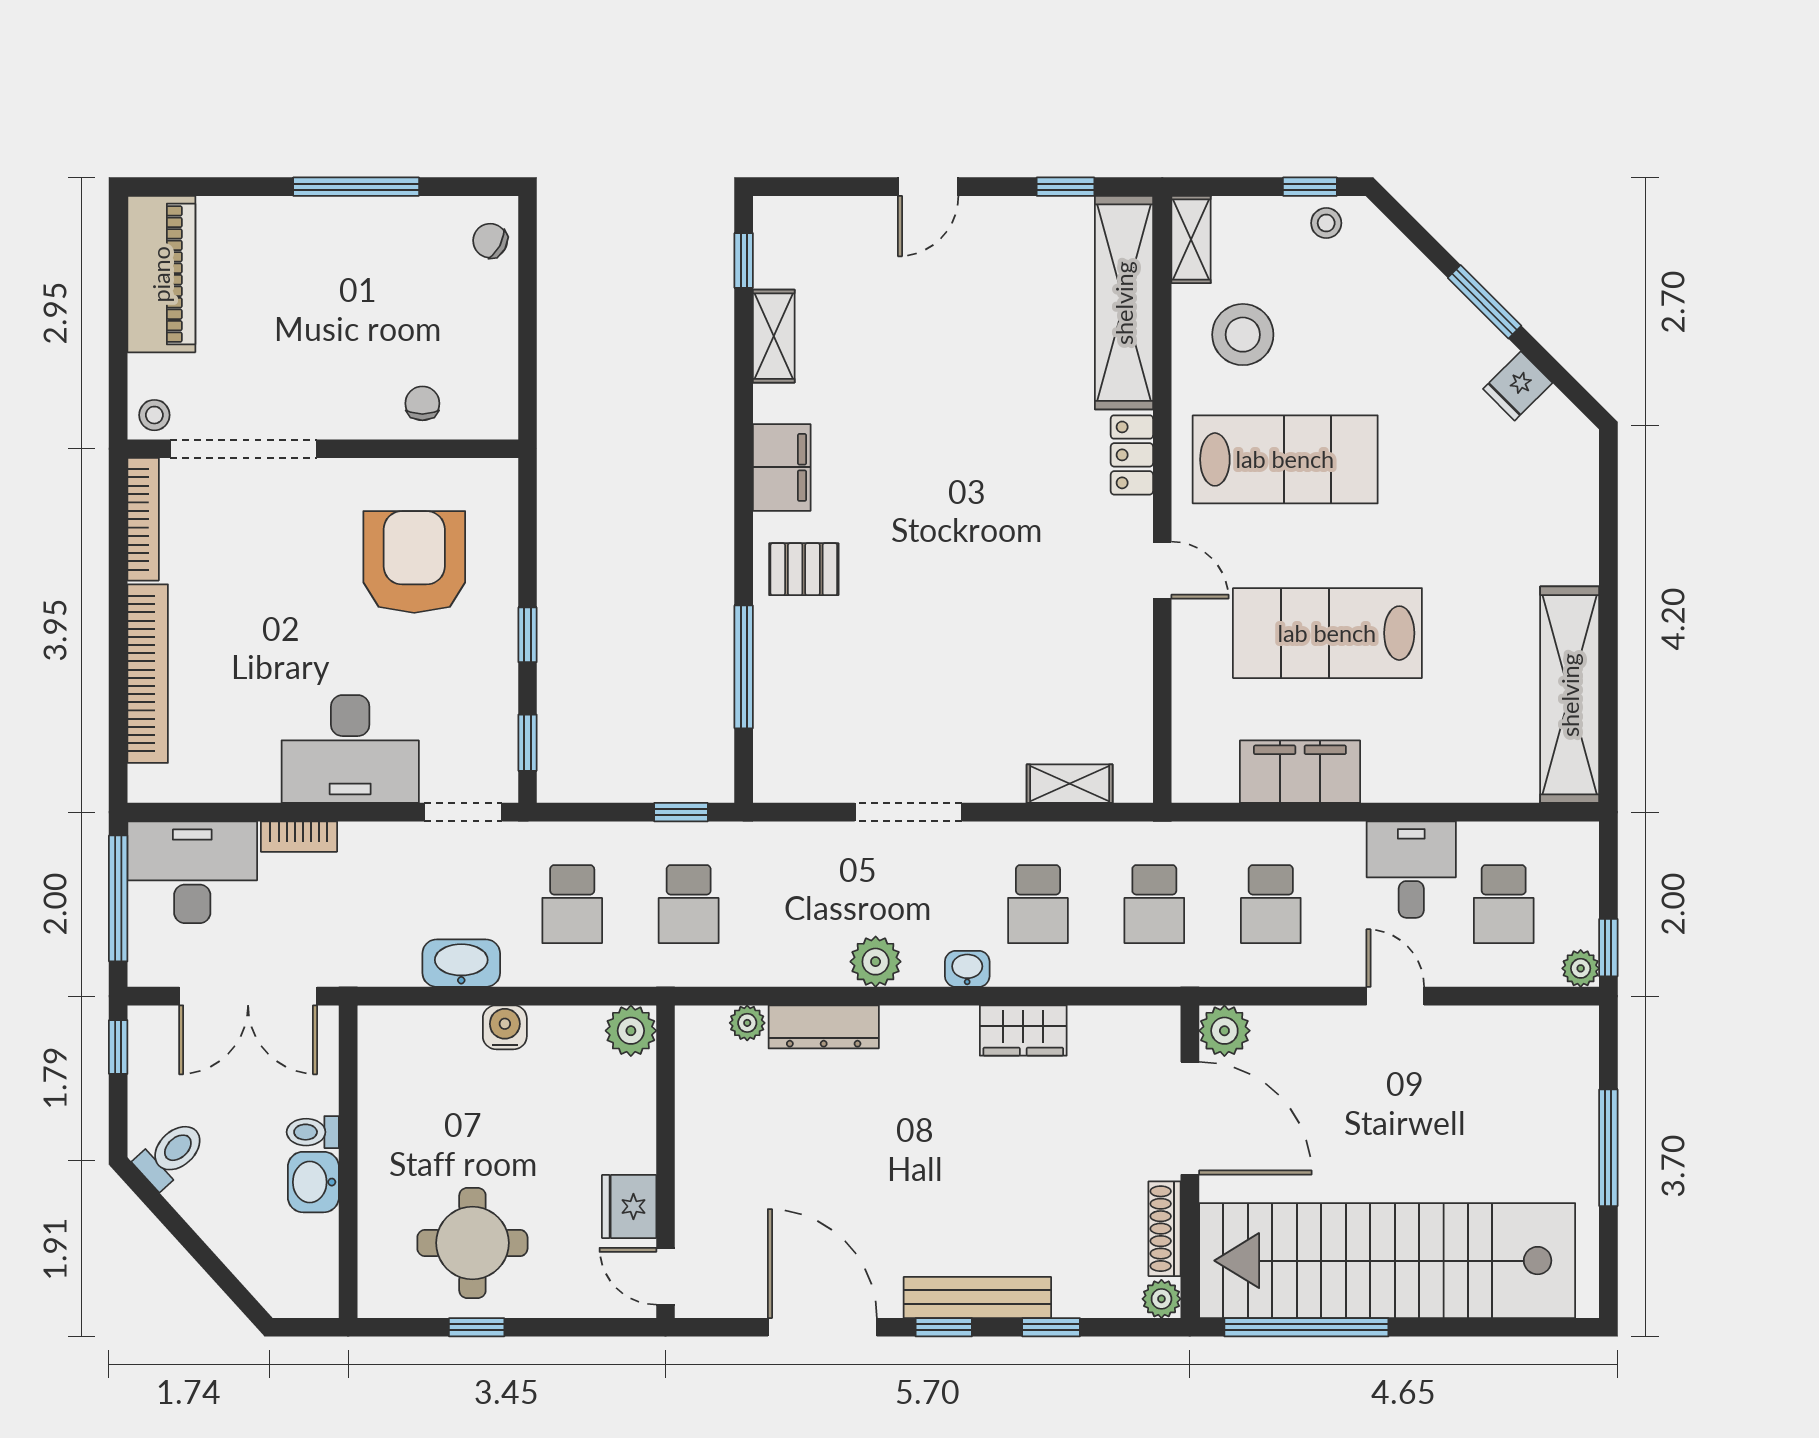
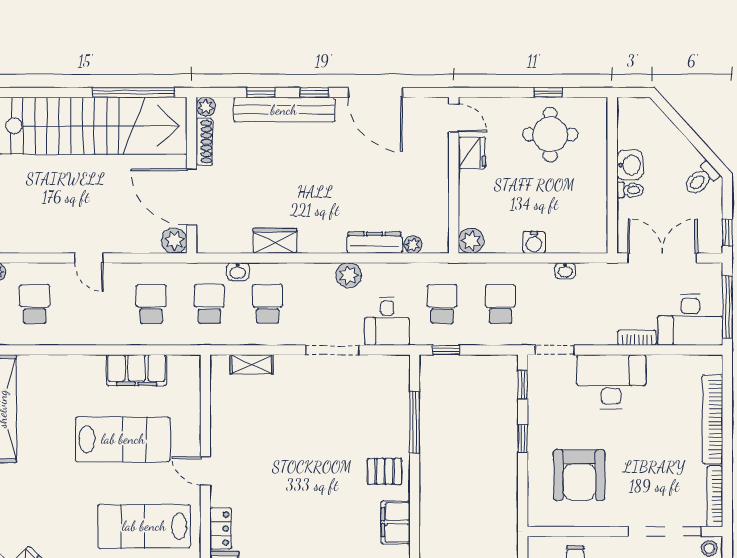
desk: (1411, 870) -> (387, 321), moved
washbasin: (461, 963) -> (565, 271), width x0.52, depth x0.69
washbasin: (967, 969) -> (238, 272), moved
bench: (977, 1297) -> (284, 110), width x1.37, depth x1.21

